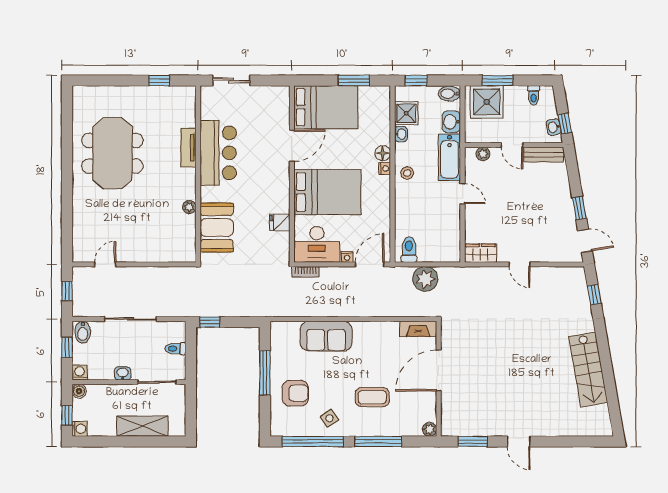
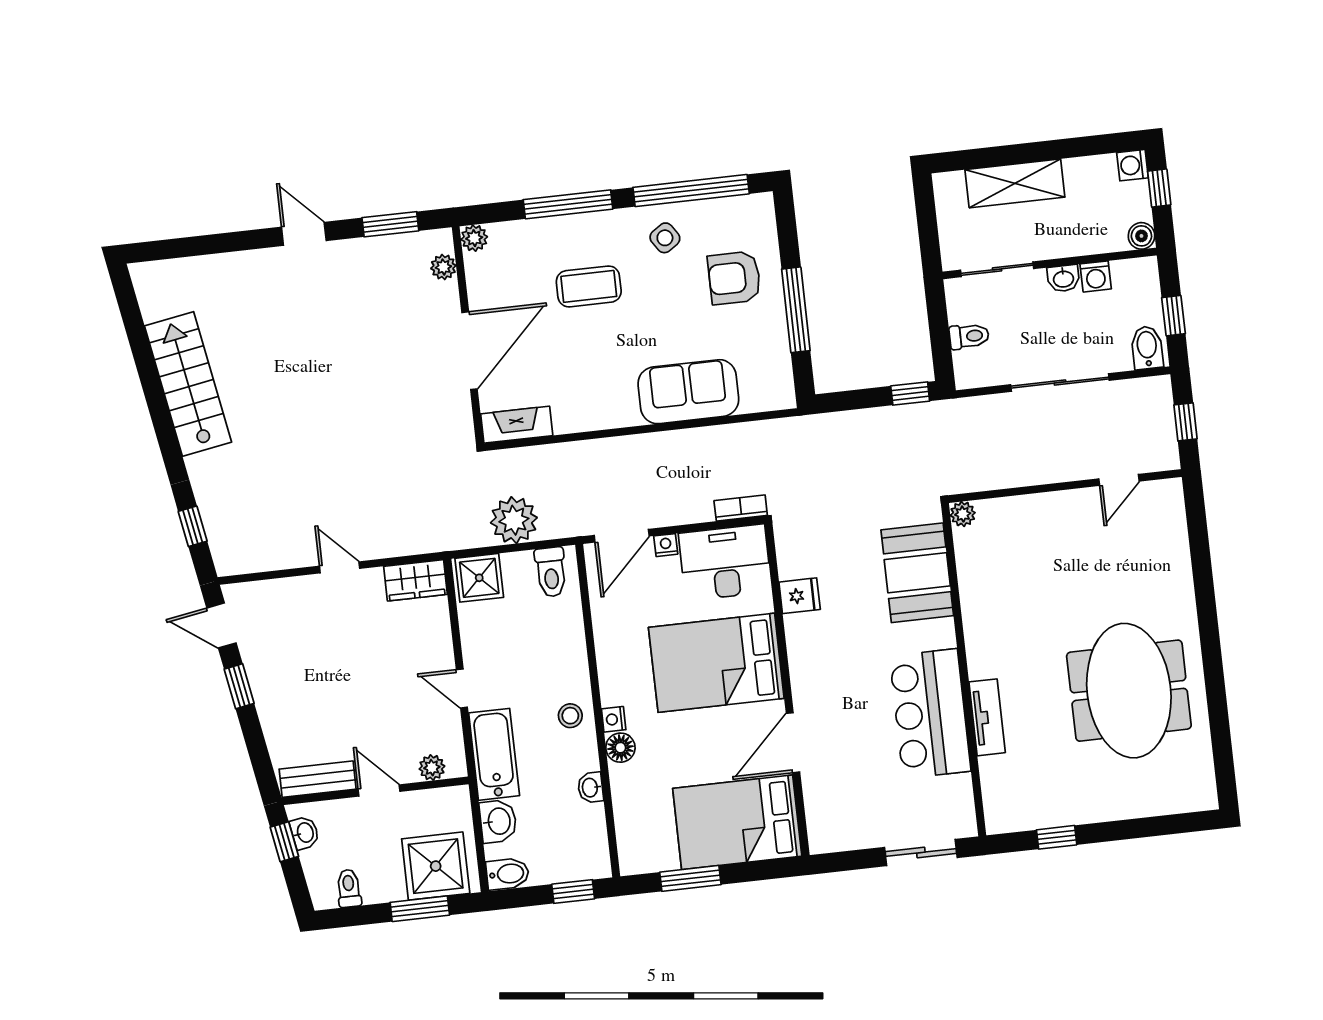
shower: (406, 113) -> (479, 578), moved
plant: (189, 207) -> (963, 514), moved
washing machine: (80, 373) -> (1096, 276), moved
plant: (447, 416) -> (443, 267), added

